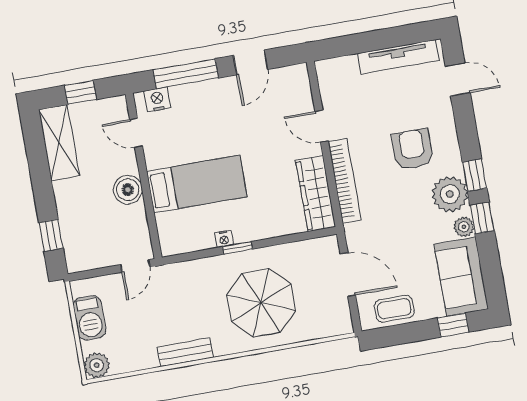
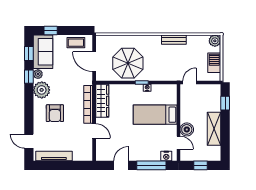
shelving: (59, 143) -> (214, 129), moved
window: (475, 175) -> (29, 53), moved
boiler: (128, 190) -> (187, 129), moved
parasol: (261, 303) -> (128, 63), moved

